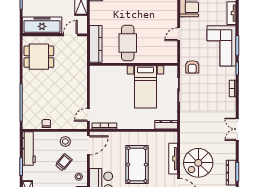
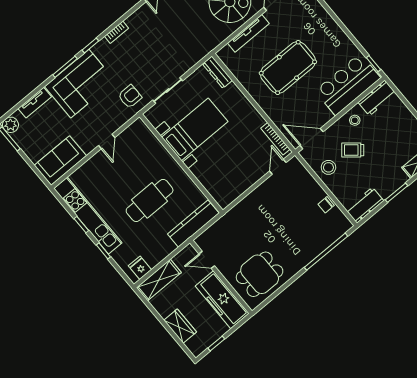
door: (179, 34) -> (107, 141), hinge flipped
cafe table: (128, 43) -> (150, 200), moved
dining table: (39, 57) -> (260, 274), turned 90
door: (88, 115) -> (278, 167), swing flipped
workbench: (29, 148) -> (365, 205), width x0.73

